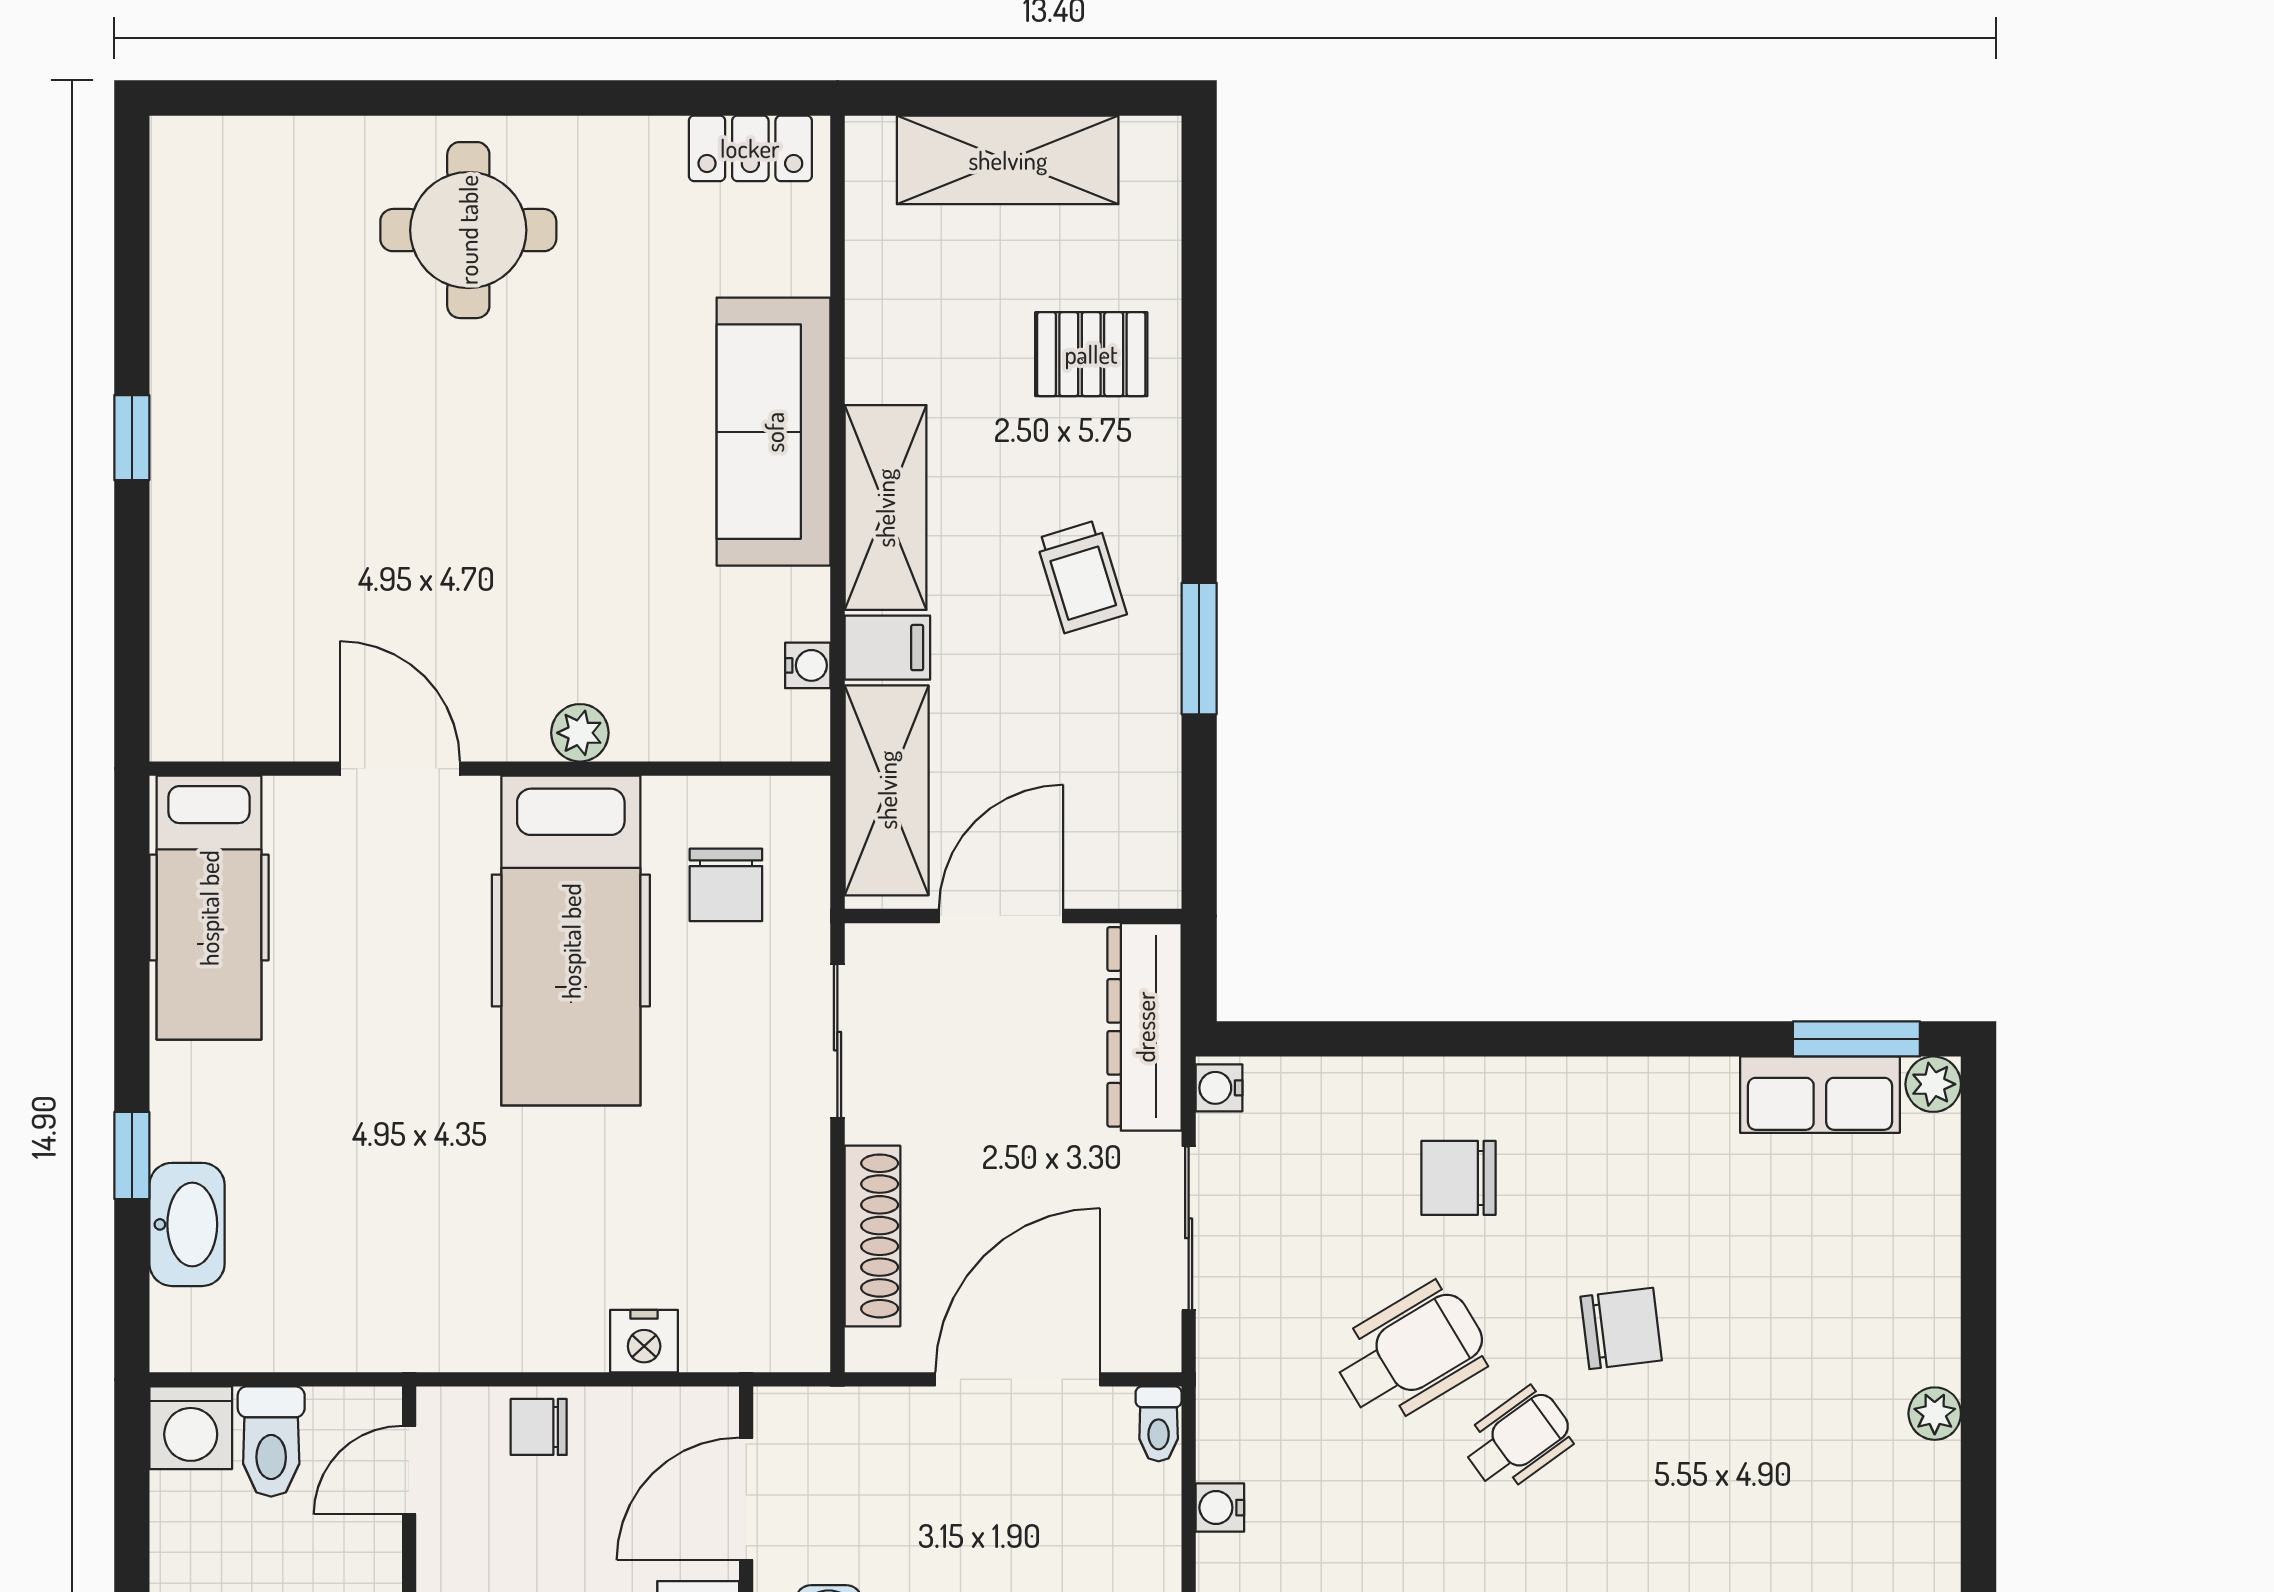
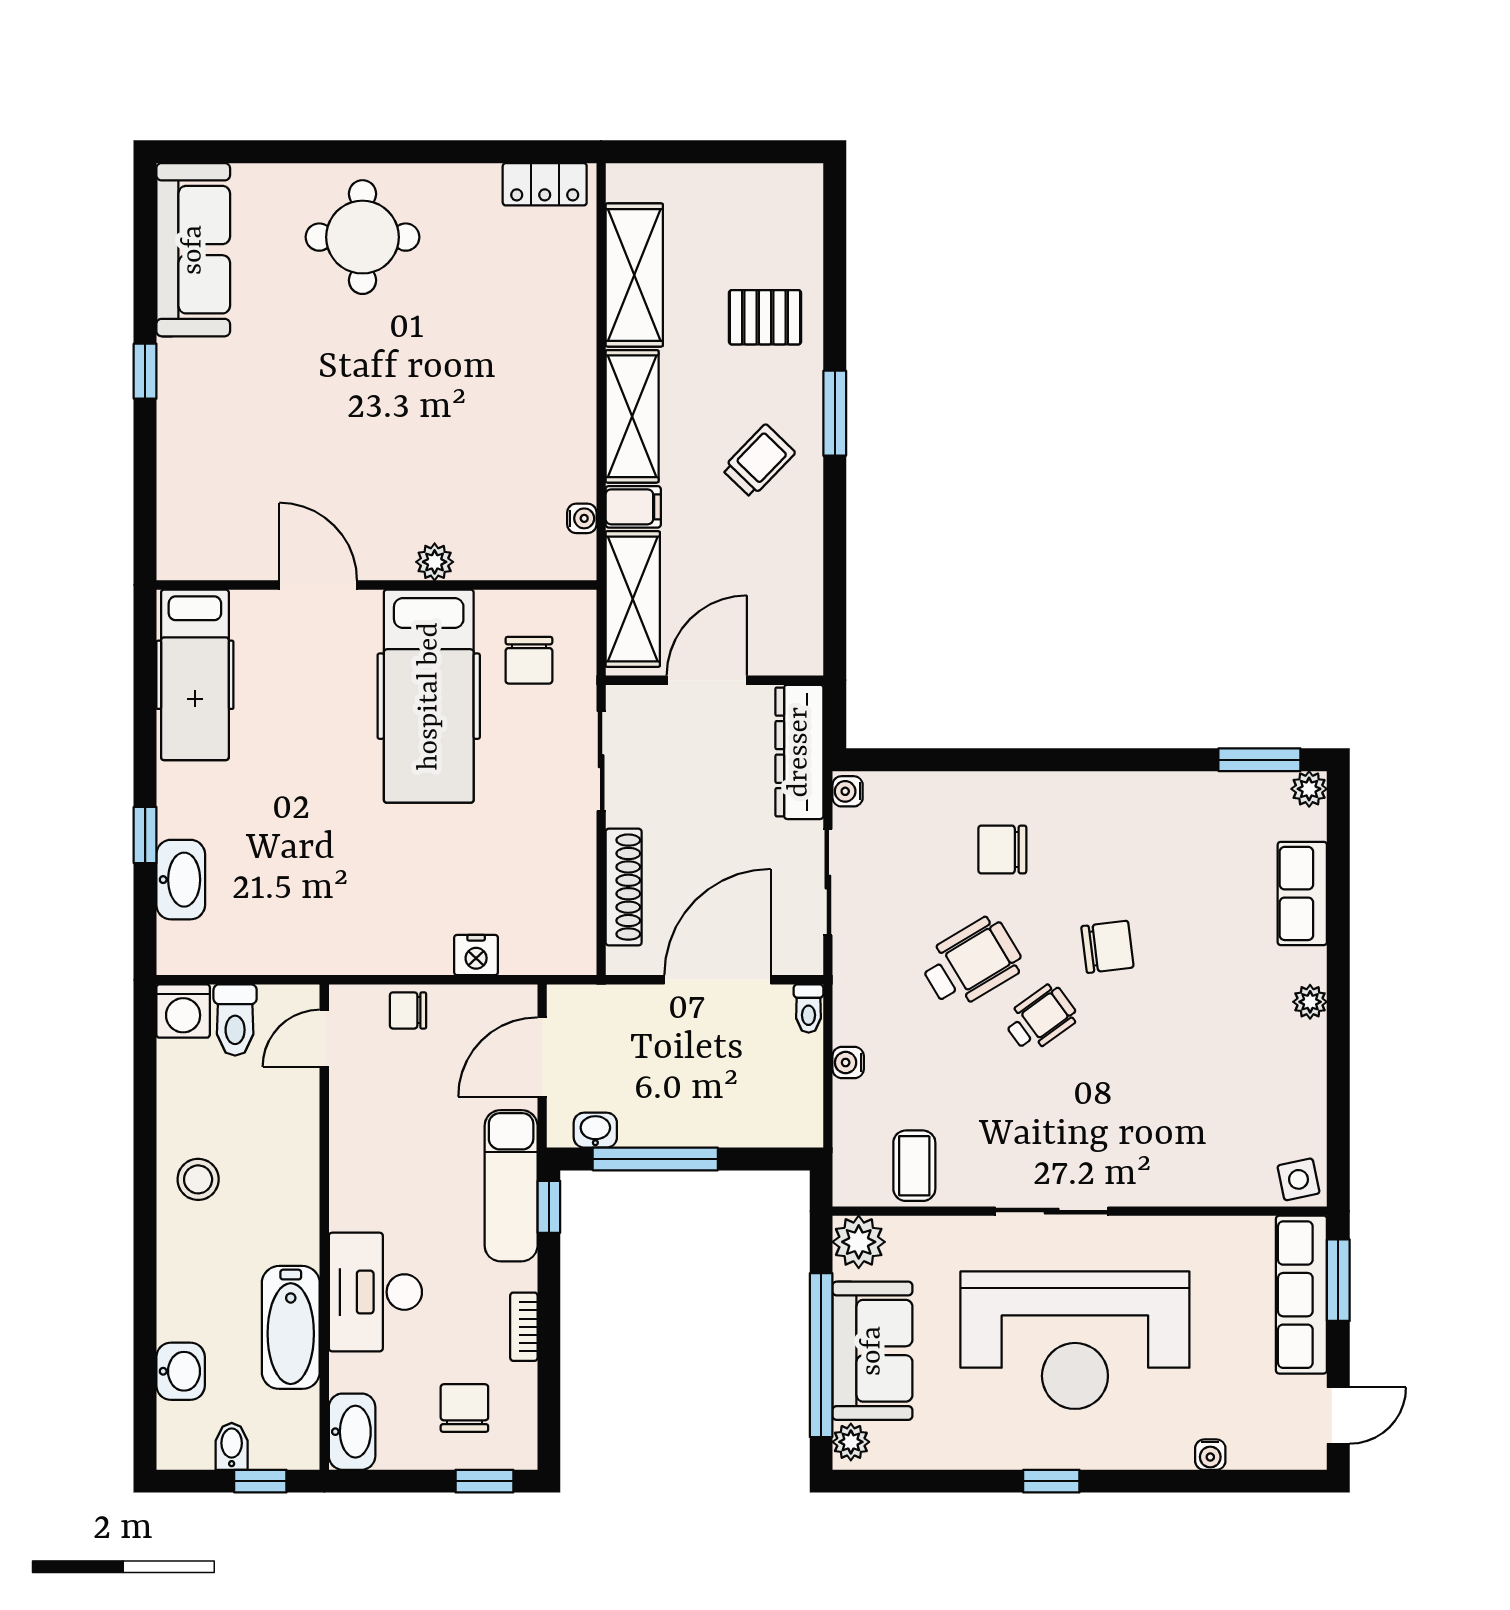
shelving: (1008, 160) -> (634, 275), moved, turned 90
sofa: (774, 432) -> (193, 250), moved, turned 180
trolley: (1081, 576) -> (759, 461), turned -119
window: (1199, 649) -> (835, 413), moved
row of seats: (1820, 1095) -> (1302, 893), moved, turned 90

